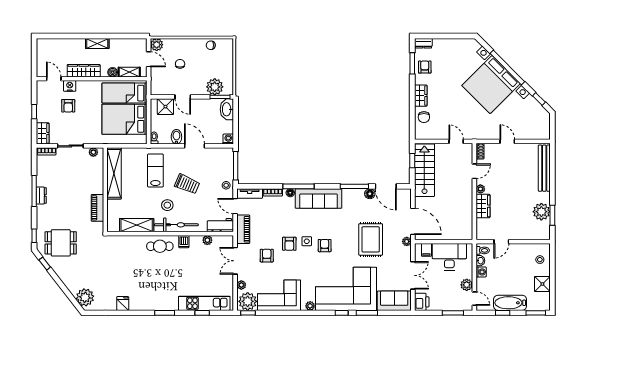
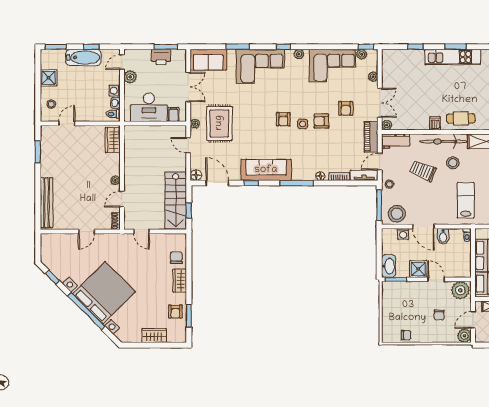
dresser: (423, 43) -> (177, 337), removed
wardrobe: (444, 45) -> (154, 336), added
door: (149, 59) -> (473, 320), hinge flipped
plant: (215, 87) -> (460, 290), moved
shower: (165, 107) -> (418, 269), moved
washing machine: (228, 139) -> (403, 234), moved
door: (507, 141) -> (86, 231), hinge flipped
stool: (219, 158) -> (397, 214), added
lab bench: (155, 170) -> (466, 200), turned 180
trolley: (187, 184) -> (423, 171), moved
window: (298, 186) -> (297, 183), moved
window: (354, 186) -> (251, 183), width x0.46
floor lamp: (370, 194) -> (196, 175), moved
sofa: (318, 199) -> (266, 170), moved
door: (235, 206) -> (380, 162), swing flipped
wardrobe: (483, 206) -> (113, 140), moved
plant: (541, 212) -> (50, 156), removed
door: (413, 221) -> (188, 145), width x0.53
rug: (371, 239) -> (219, 123), moved
plant: (207, 240) -> (387, 125), moved
door: (501, 242) -> (67, 123), moved
armchair: (289, 244) -> (321, 121), turned -90
double door: (413, 275) -> (188, 87), swing flipped
corner sofa: (346, 289) -> (260, 66), width x0.73, depth x0.74
door: (474, 299) -> (122, 62), hinge flipped
plant: (248, 301) -> (362, 54), width x0.53, depth x0.53
printer: (422, 302) -> (161, 57), moved, turned -90
kitchen unit: (204, 303) -> (453, 57), moved
window: (342, 313) -> (283, 47), moved
window: (453, 313) -> (166, 47), moved

